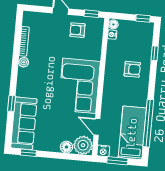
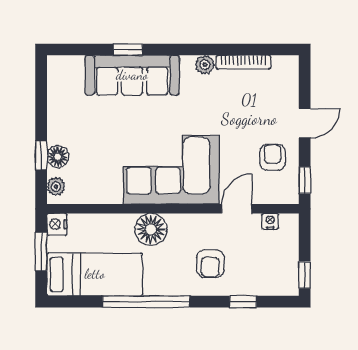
floor lamp: (113, 24) -> (151, 229), moved, width x1.89, depth x1.89
sofa: (24, 123) -> (132, 75), moved
window: (148, 123) -> (146, 302), moved
door: (97, 127) -> (237, 209), moved
plant: (83, 145) -> (56, 187), width x0.53, depth x0.53
window: (28, 153) -> (41, 155), moved

